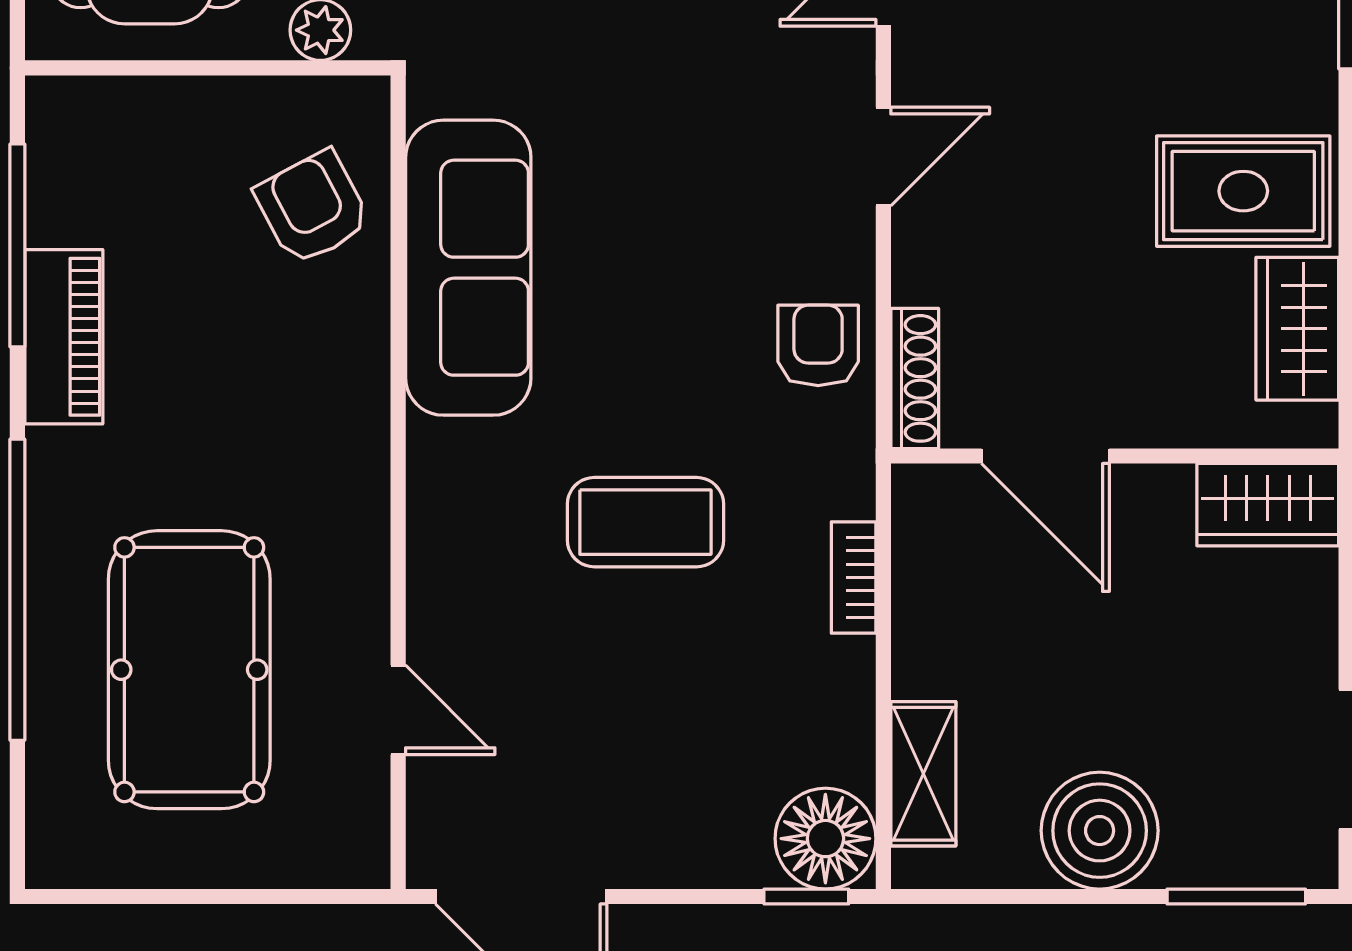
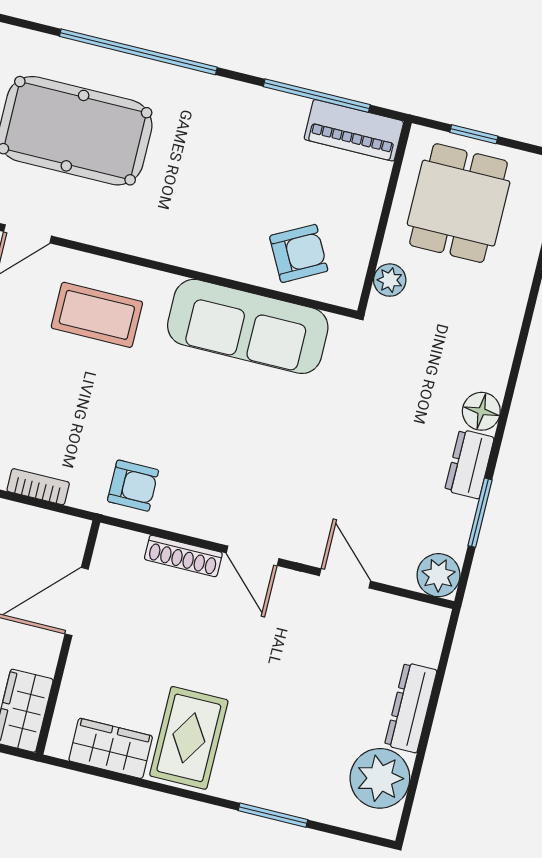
piano: (64, 337) -> (354, 130), moved
armchair: (818, 345) -> (133, 486), moved
shoe rack: (915, 378) -> (183, 556), moved
coffee table: (645, 522) -> (97, 315), moved, turned 90

